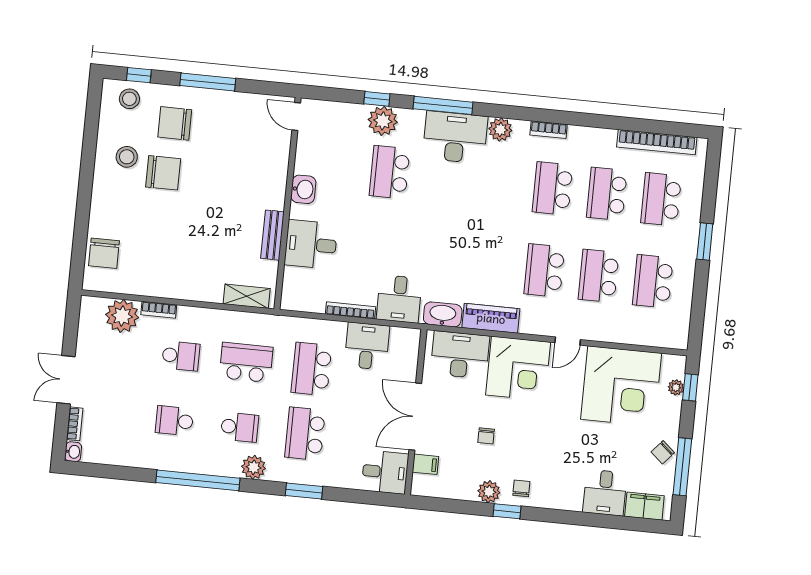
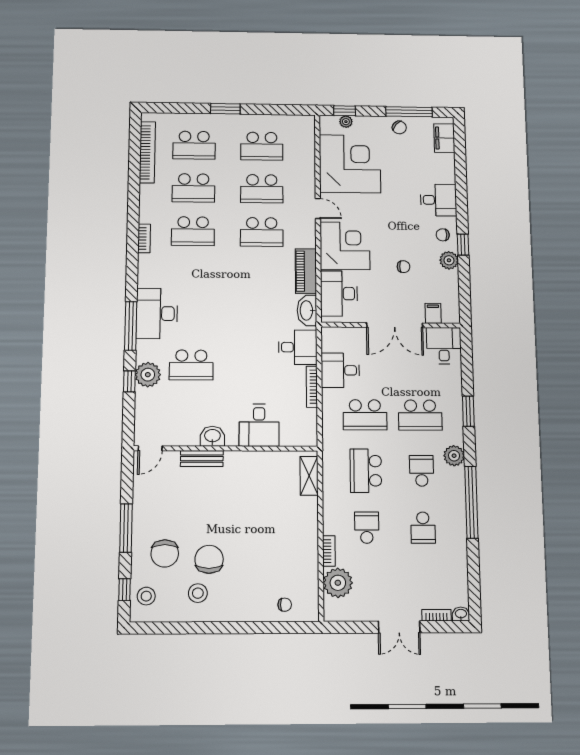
plant: (500, 130) -> (147, 277), removed
bench: (272, 235) -> (202, 459), moved
chair: (104, 253) -> (285, 605), width x0.54, depth x0.54
desk: (605, 493) -> (438, 200), moved

